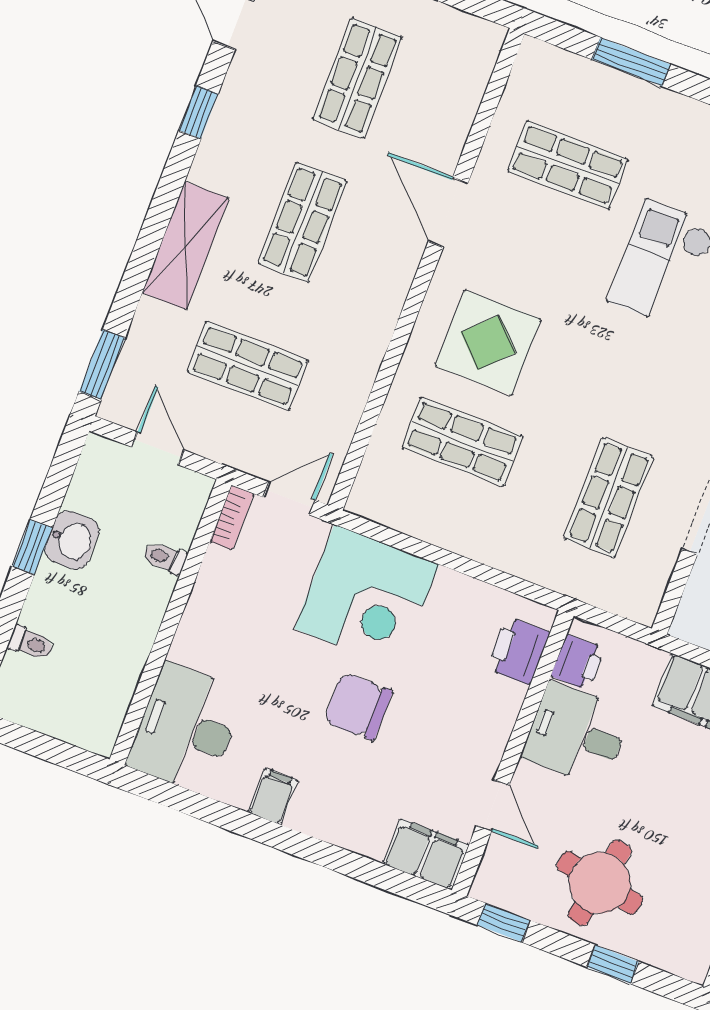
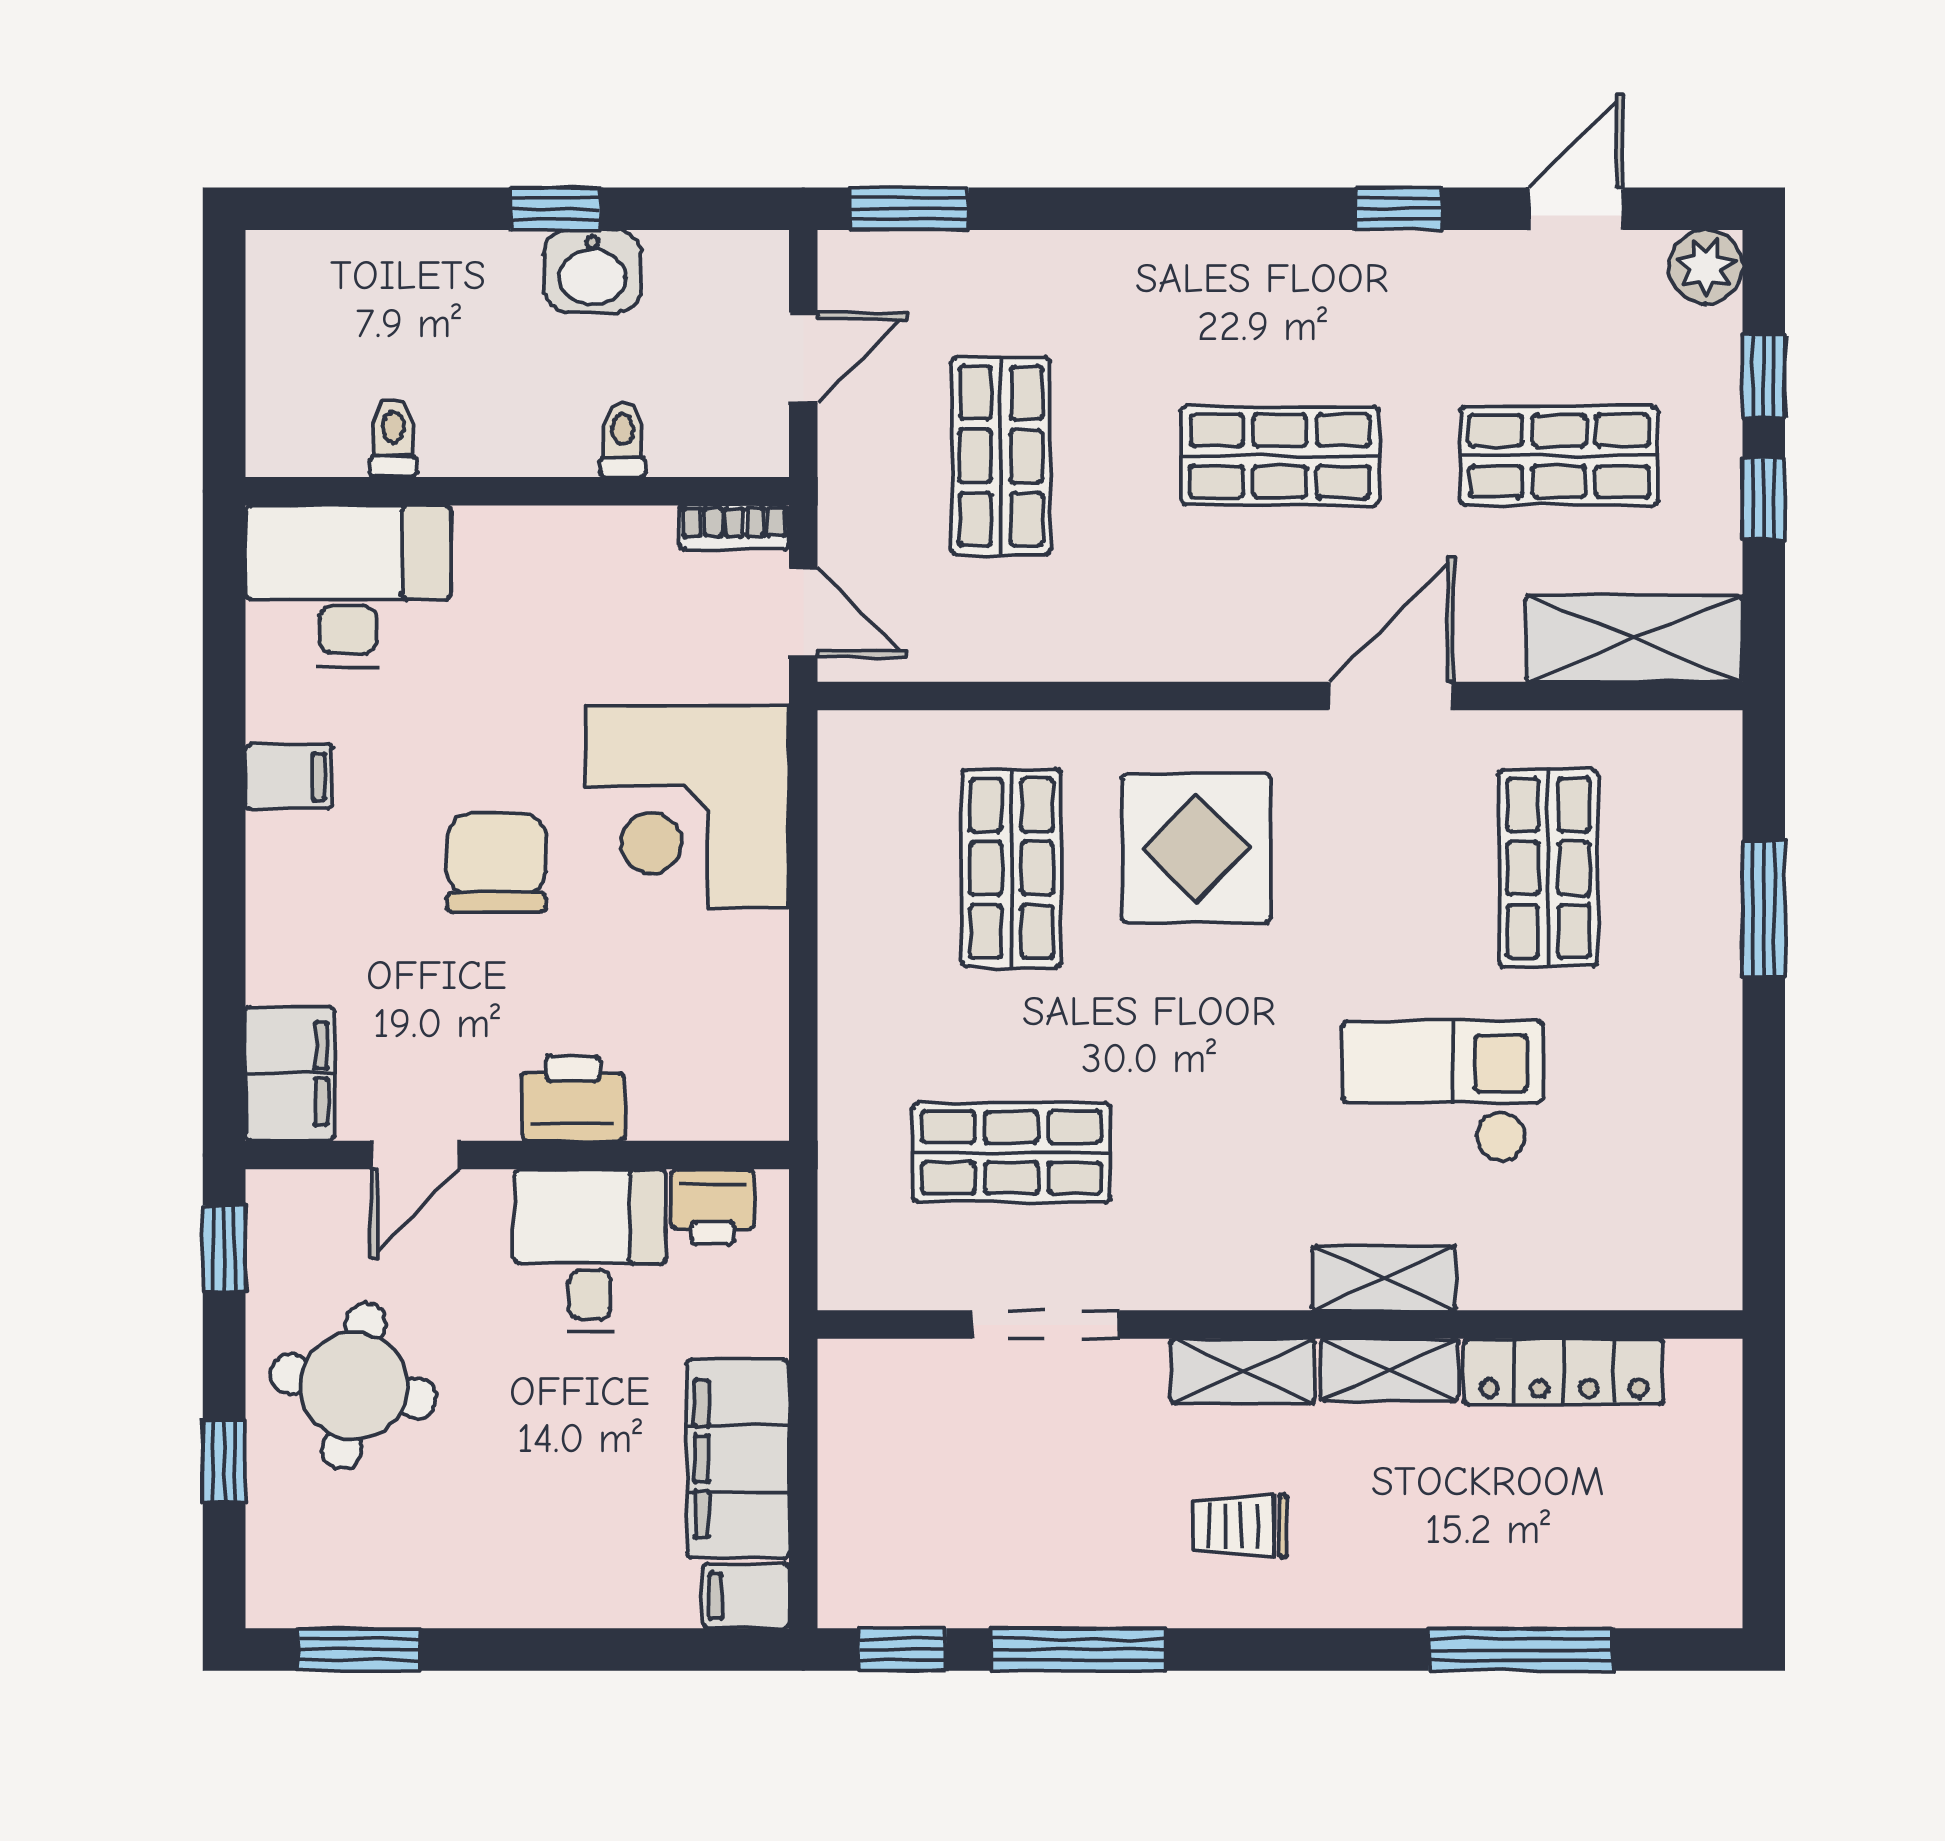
shelving: (186, 246) -> (1634, 639), moved
toilet: (31, 643) -> (393, 438), moved, turned 180
printer: (518, 650) -> (573, 1098), moved

